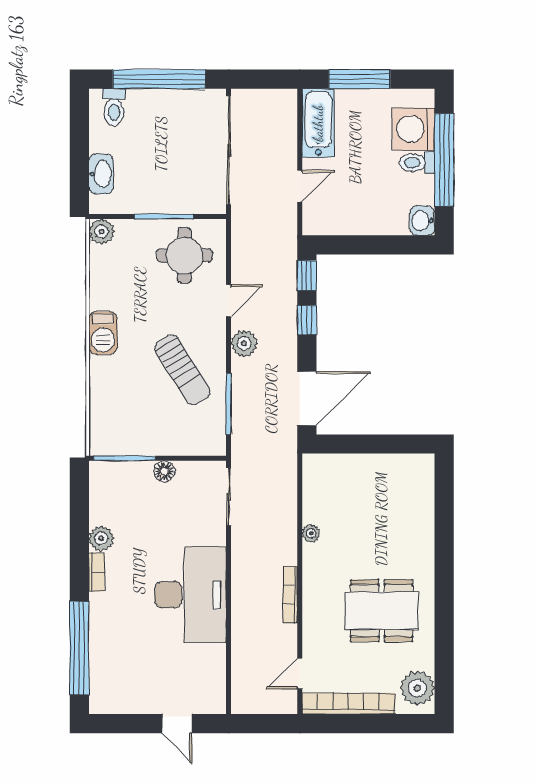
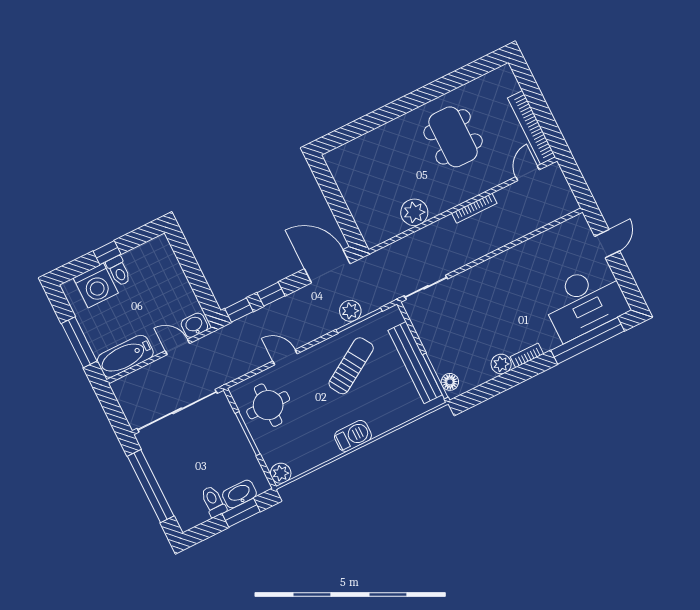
toilet: (114, 107) -> (213, 501), moved, turned -90
window: (444, 160) -> (107, 253), width x0.32
window: (79, 165) -> (241, 513), added
washbasin: (422, 221) -> (194, 325), moved, turned 180
plant: (244, 343) -> (350, 311), moved
bench: (150, 443) -> (415, 363), added
floor lamp: (164, 471) -> (450, 382), moved
plant: (311, 533) -> (414, 212), width x1.88, depth x1.88
desk: (190, 595) -> (585, 302), moved, turned 180
door: (300, 674) -> (527, 173), swing flipped
plant: (417, 688) -> (496, 84), removed

